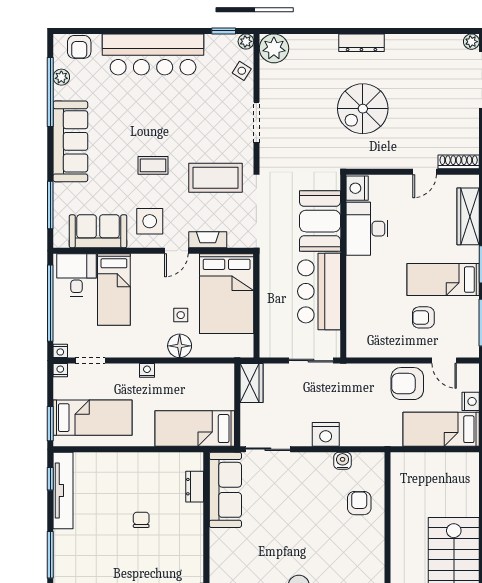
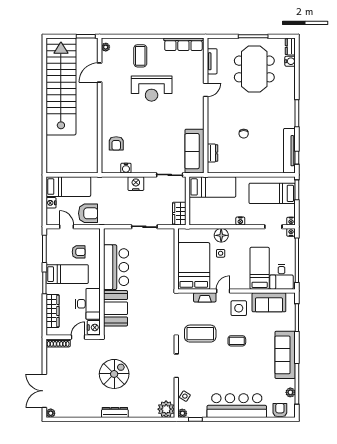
nightstand: (357, 188) -> (94, 327), moved
booth: (320, 221) -> (116, 308), moved
desk: (367, 229) -> (88, 304), moved
wall: (343, 266) -> (102, 282), moved
bar counter: (319, 291) -> (116, 267), moved

